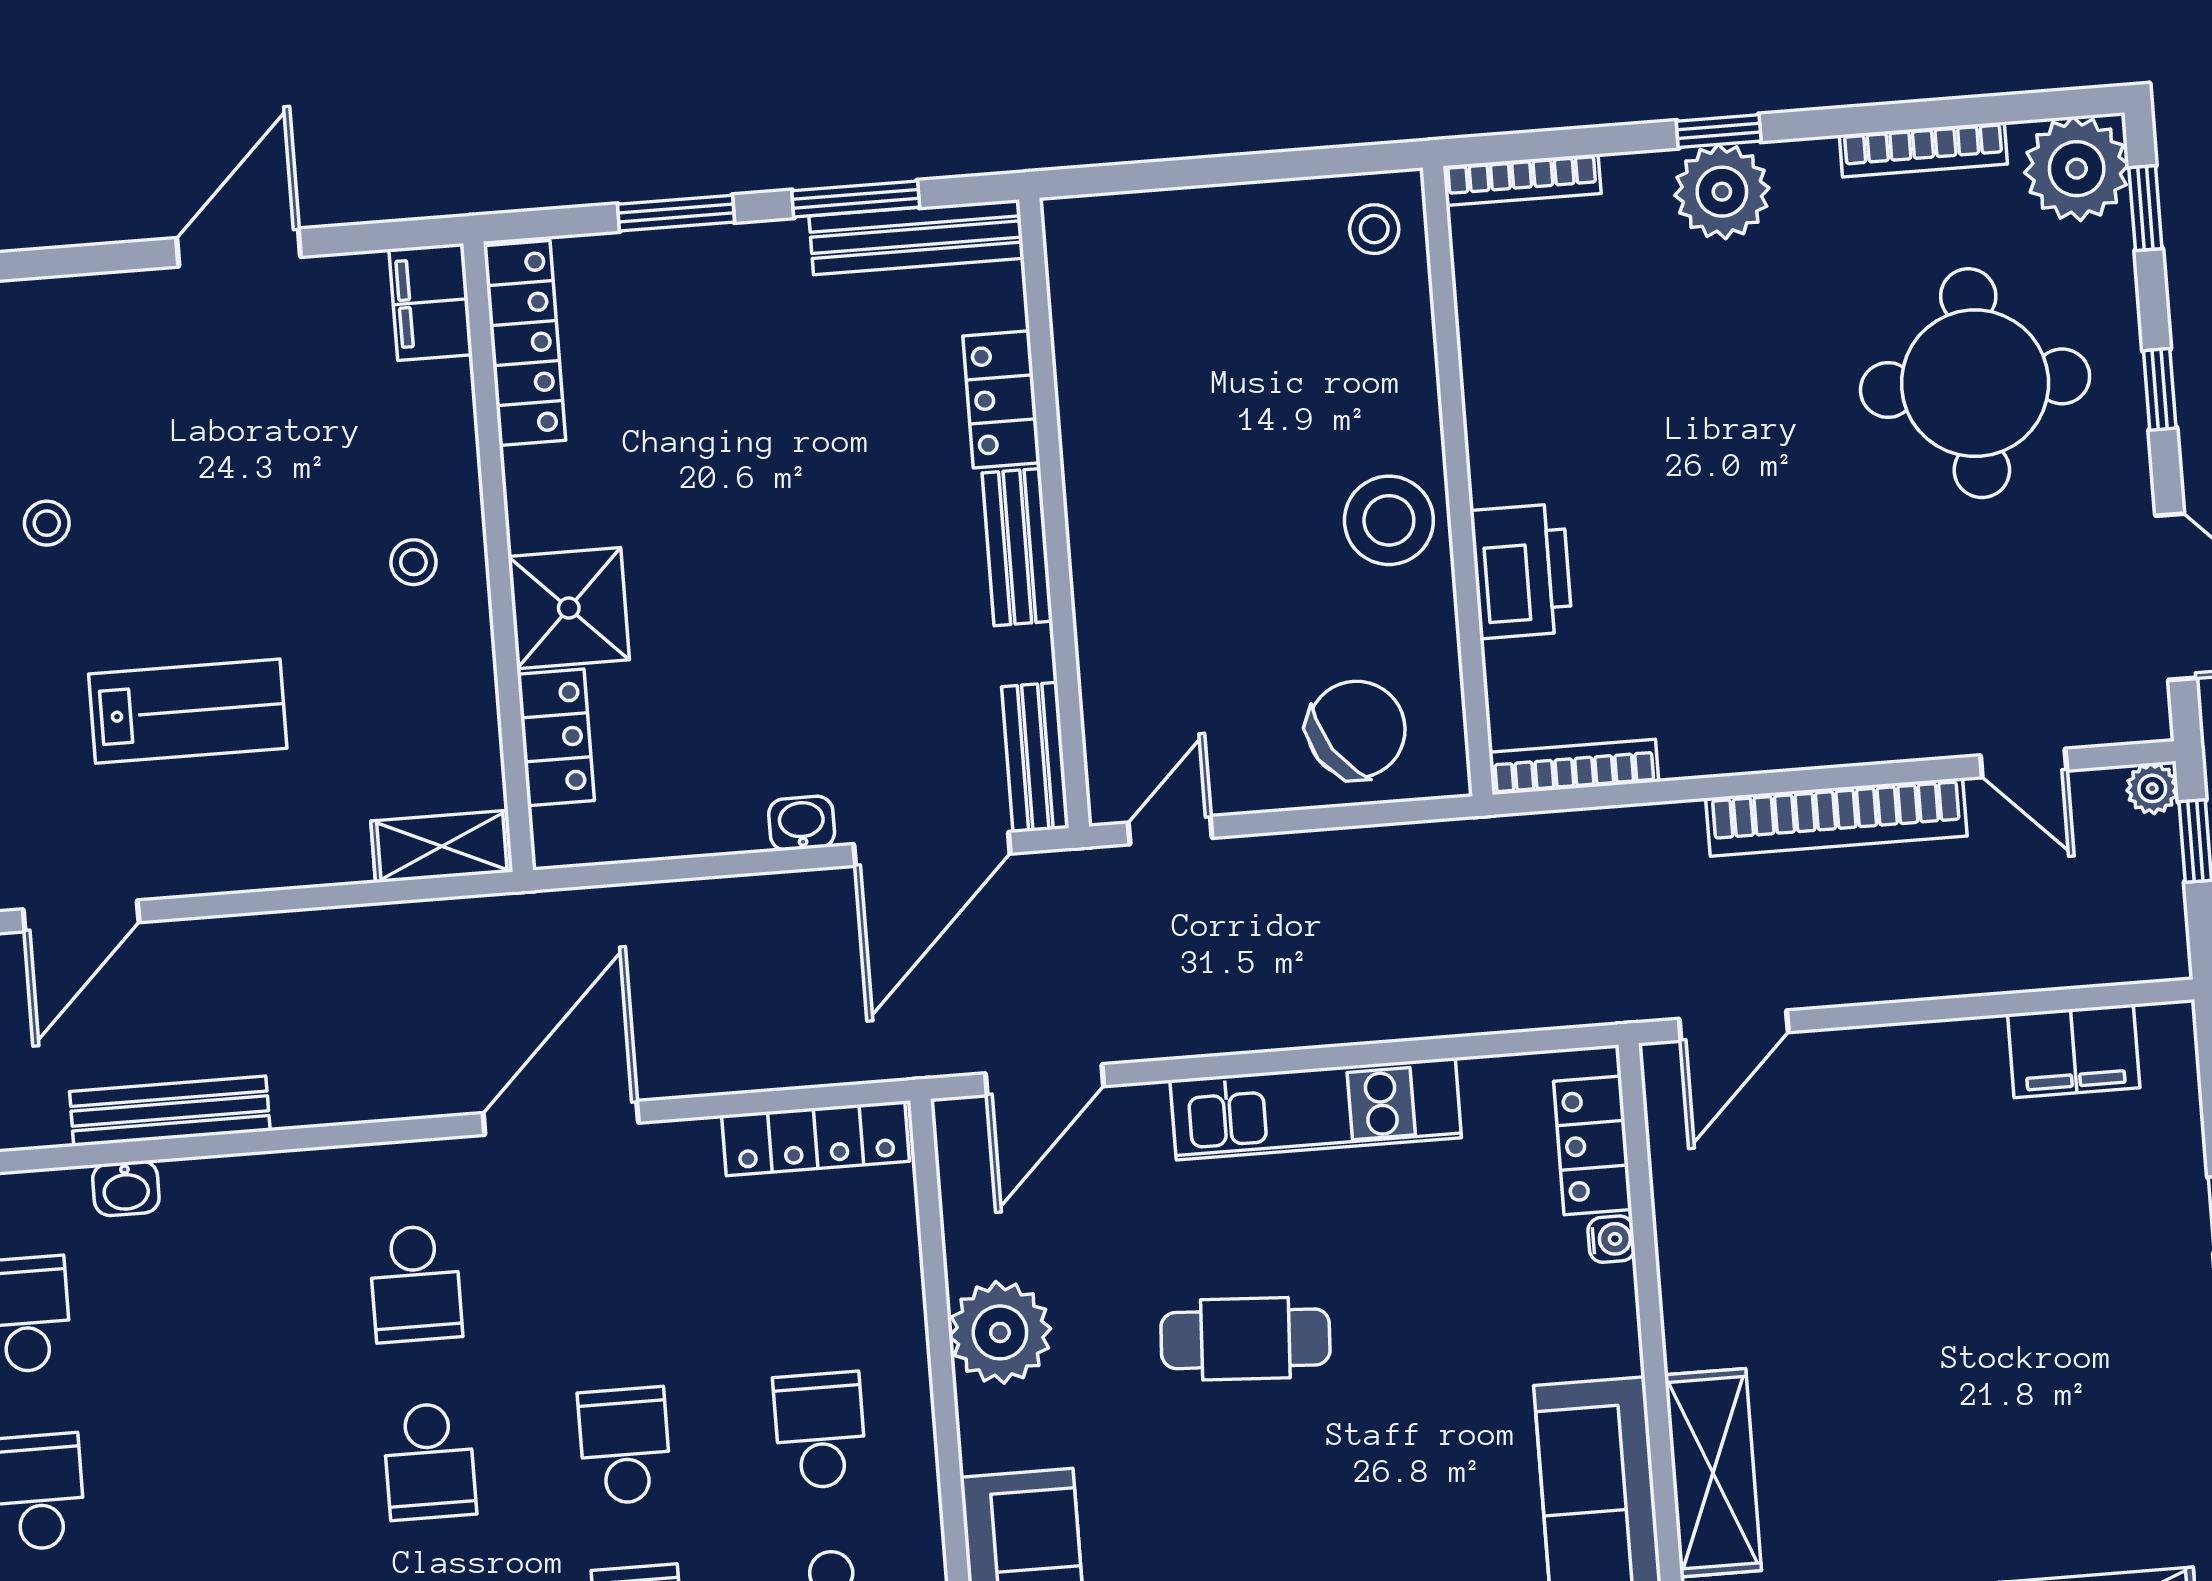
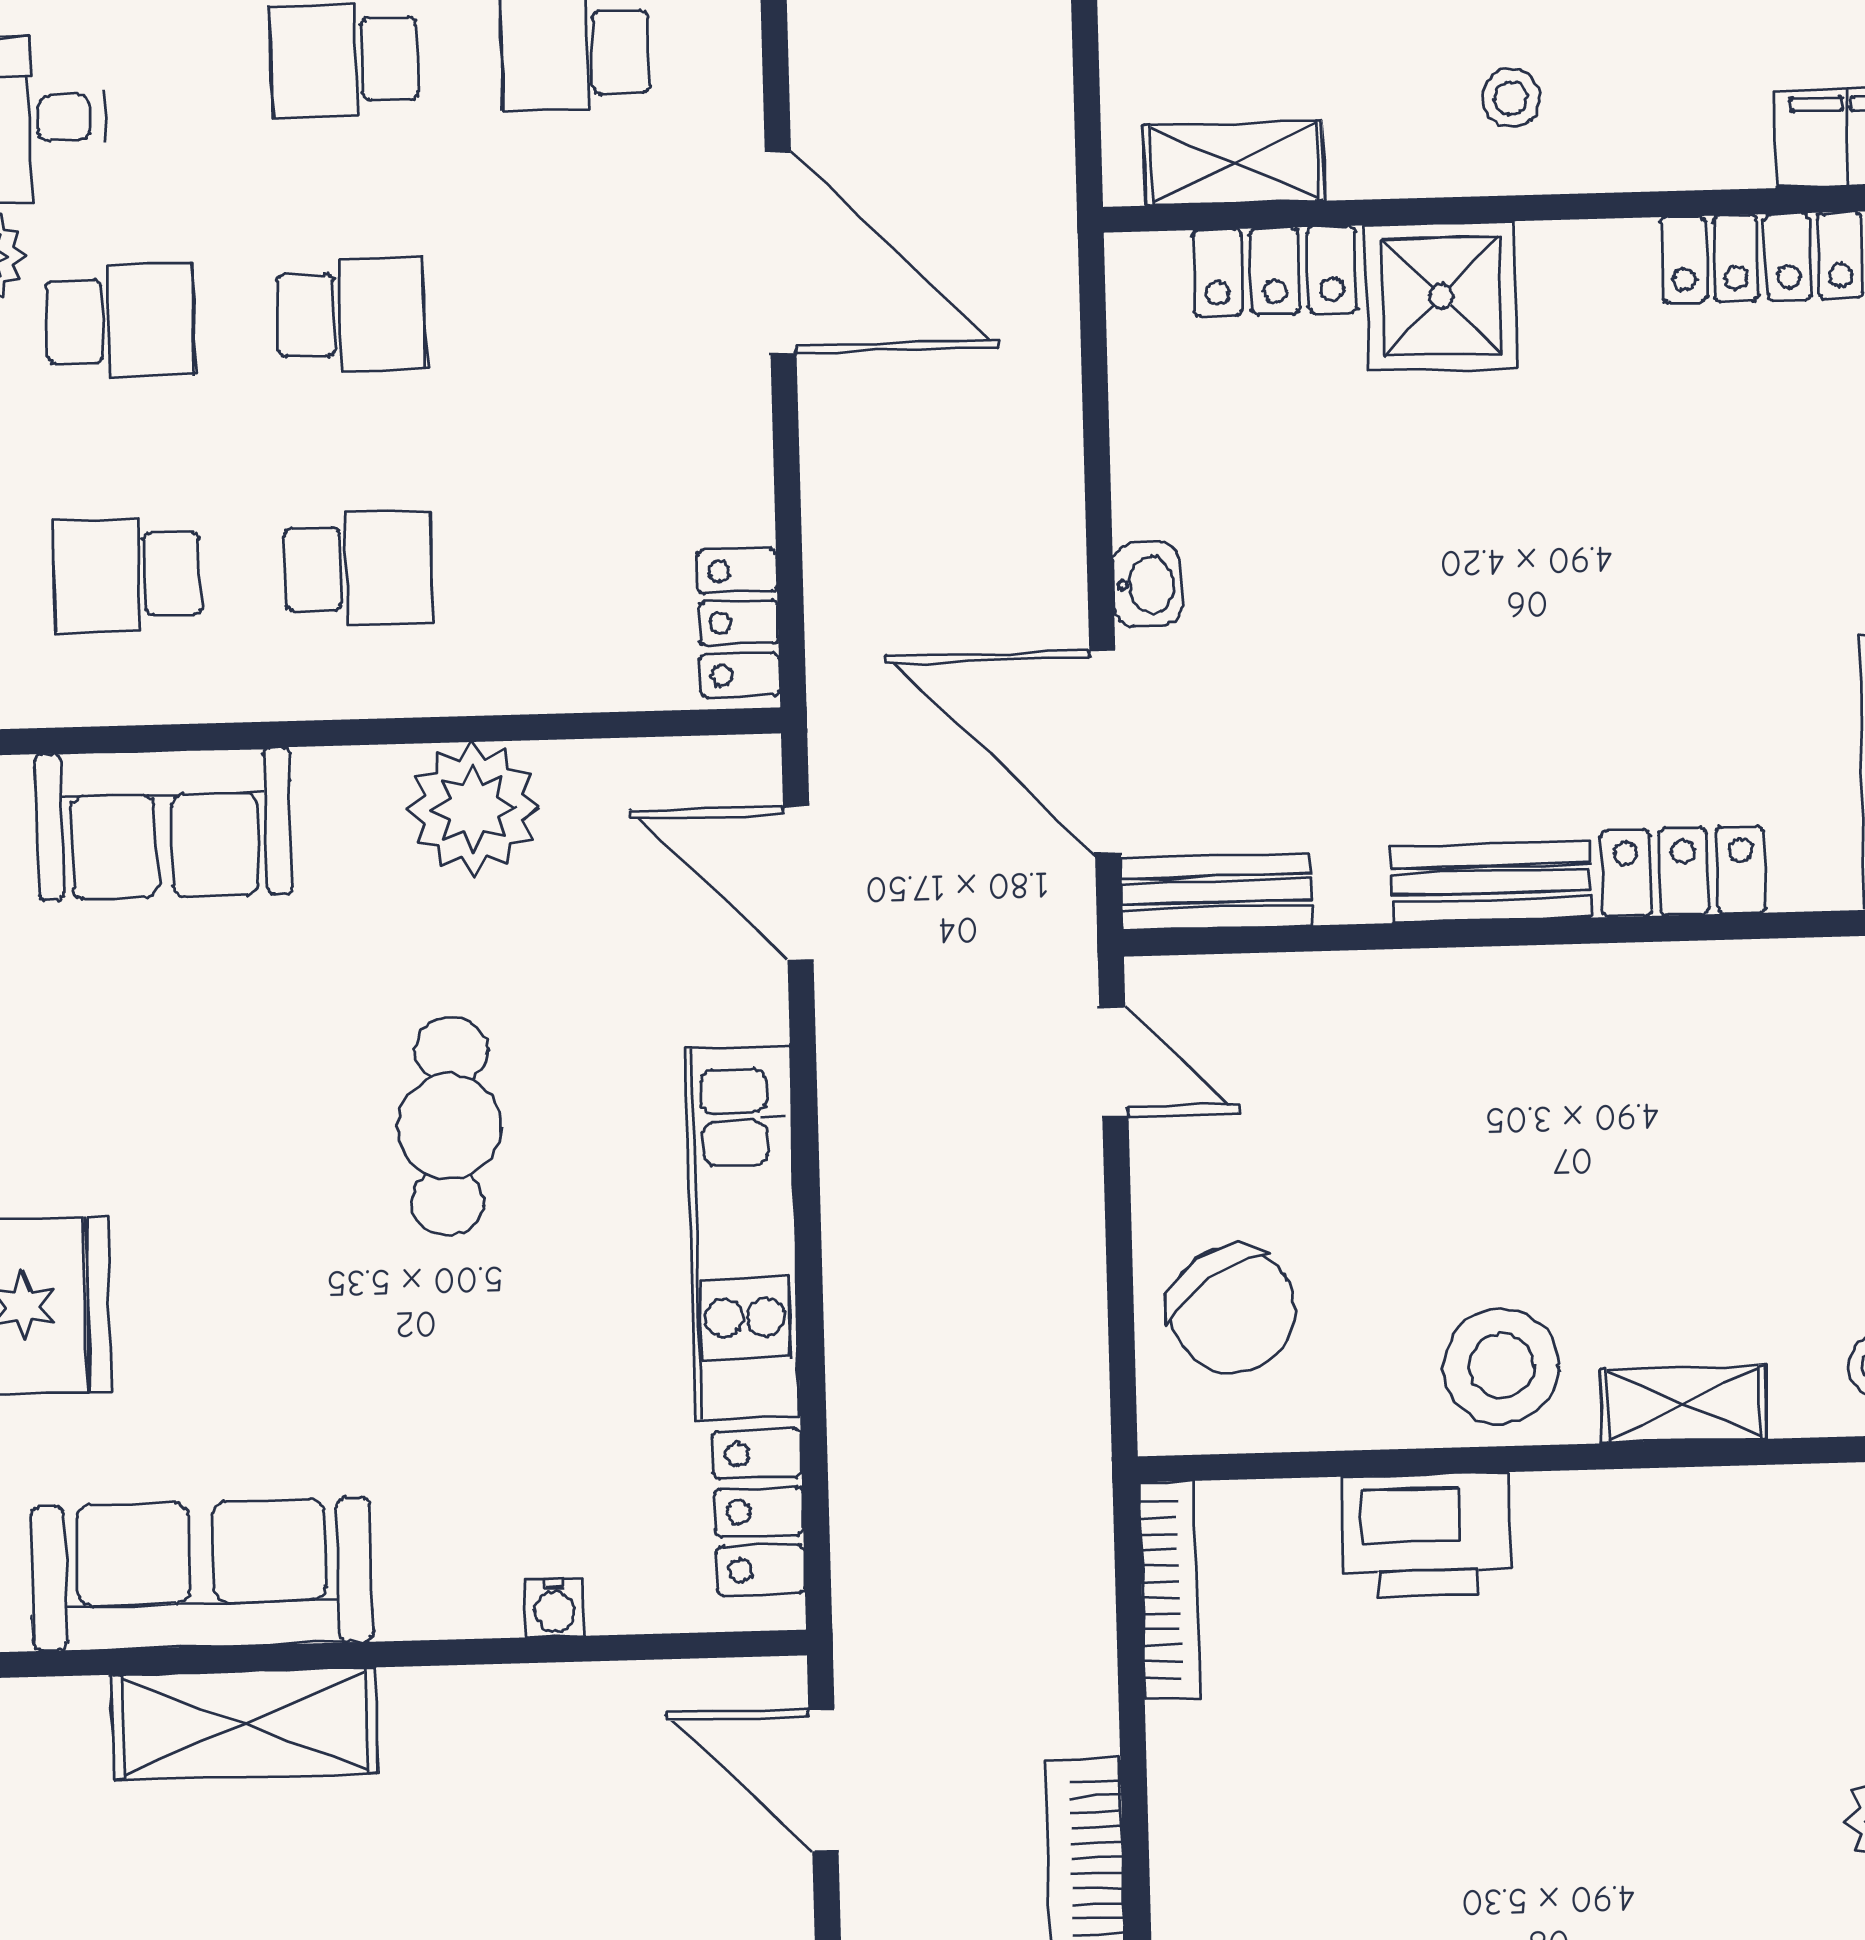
shelving: (1411, 379) -> (1683, 1404), added
shelving: (442, 846) -> (1234, 163), moved, turned 90
locker: (815, 1138) -> (739, 623), width x0.66
locker: (1593, 1145) -> (759, 1512), moved, turned -90

